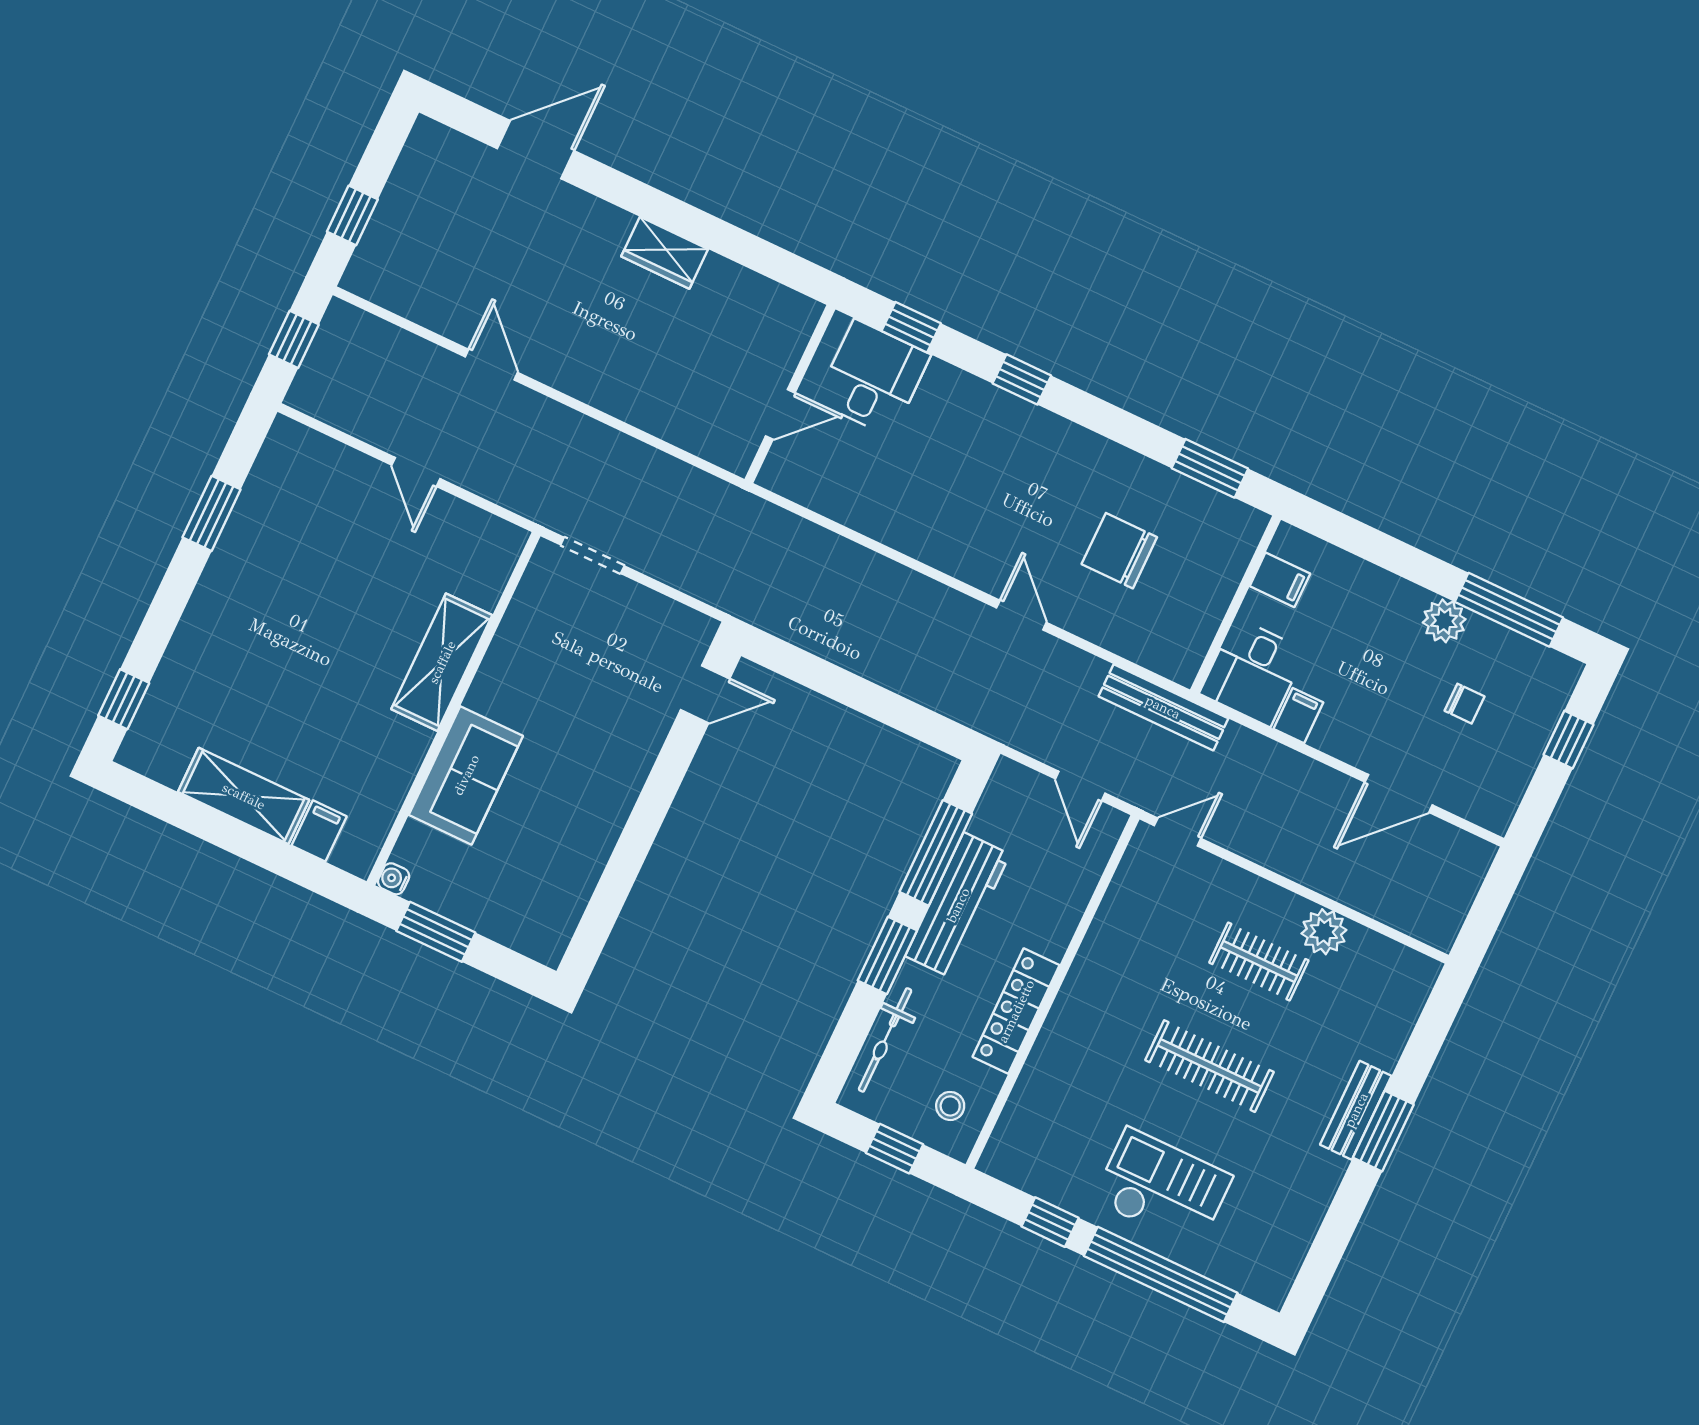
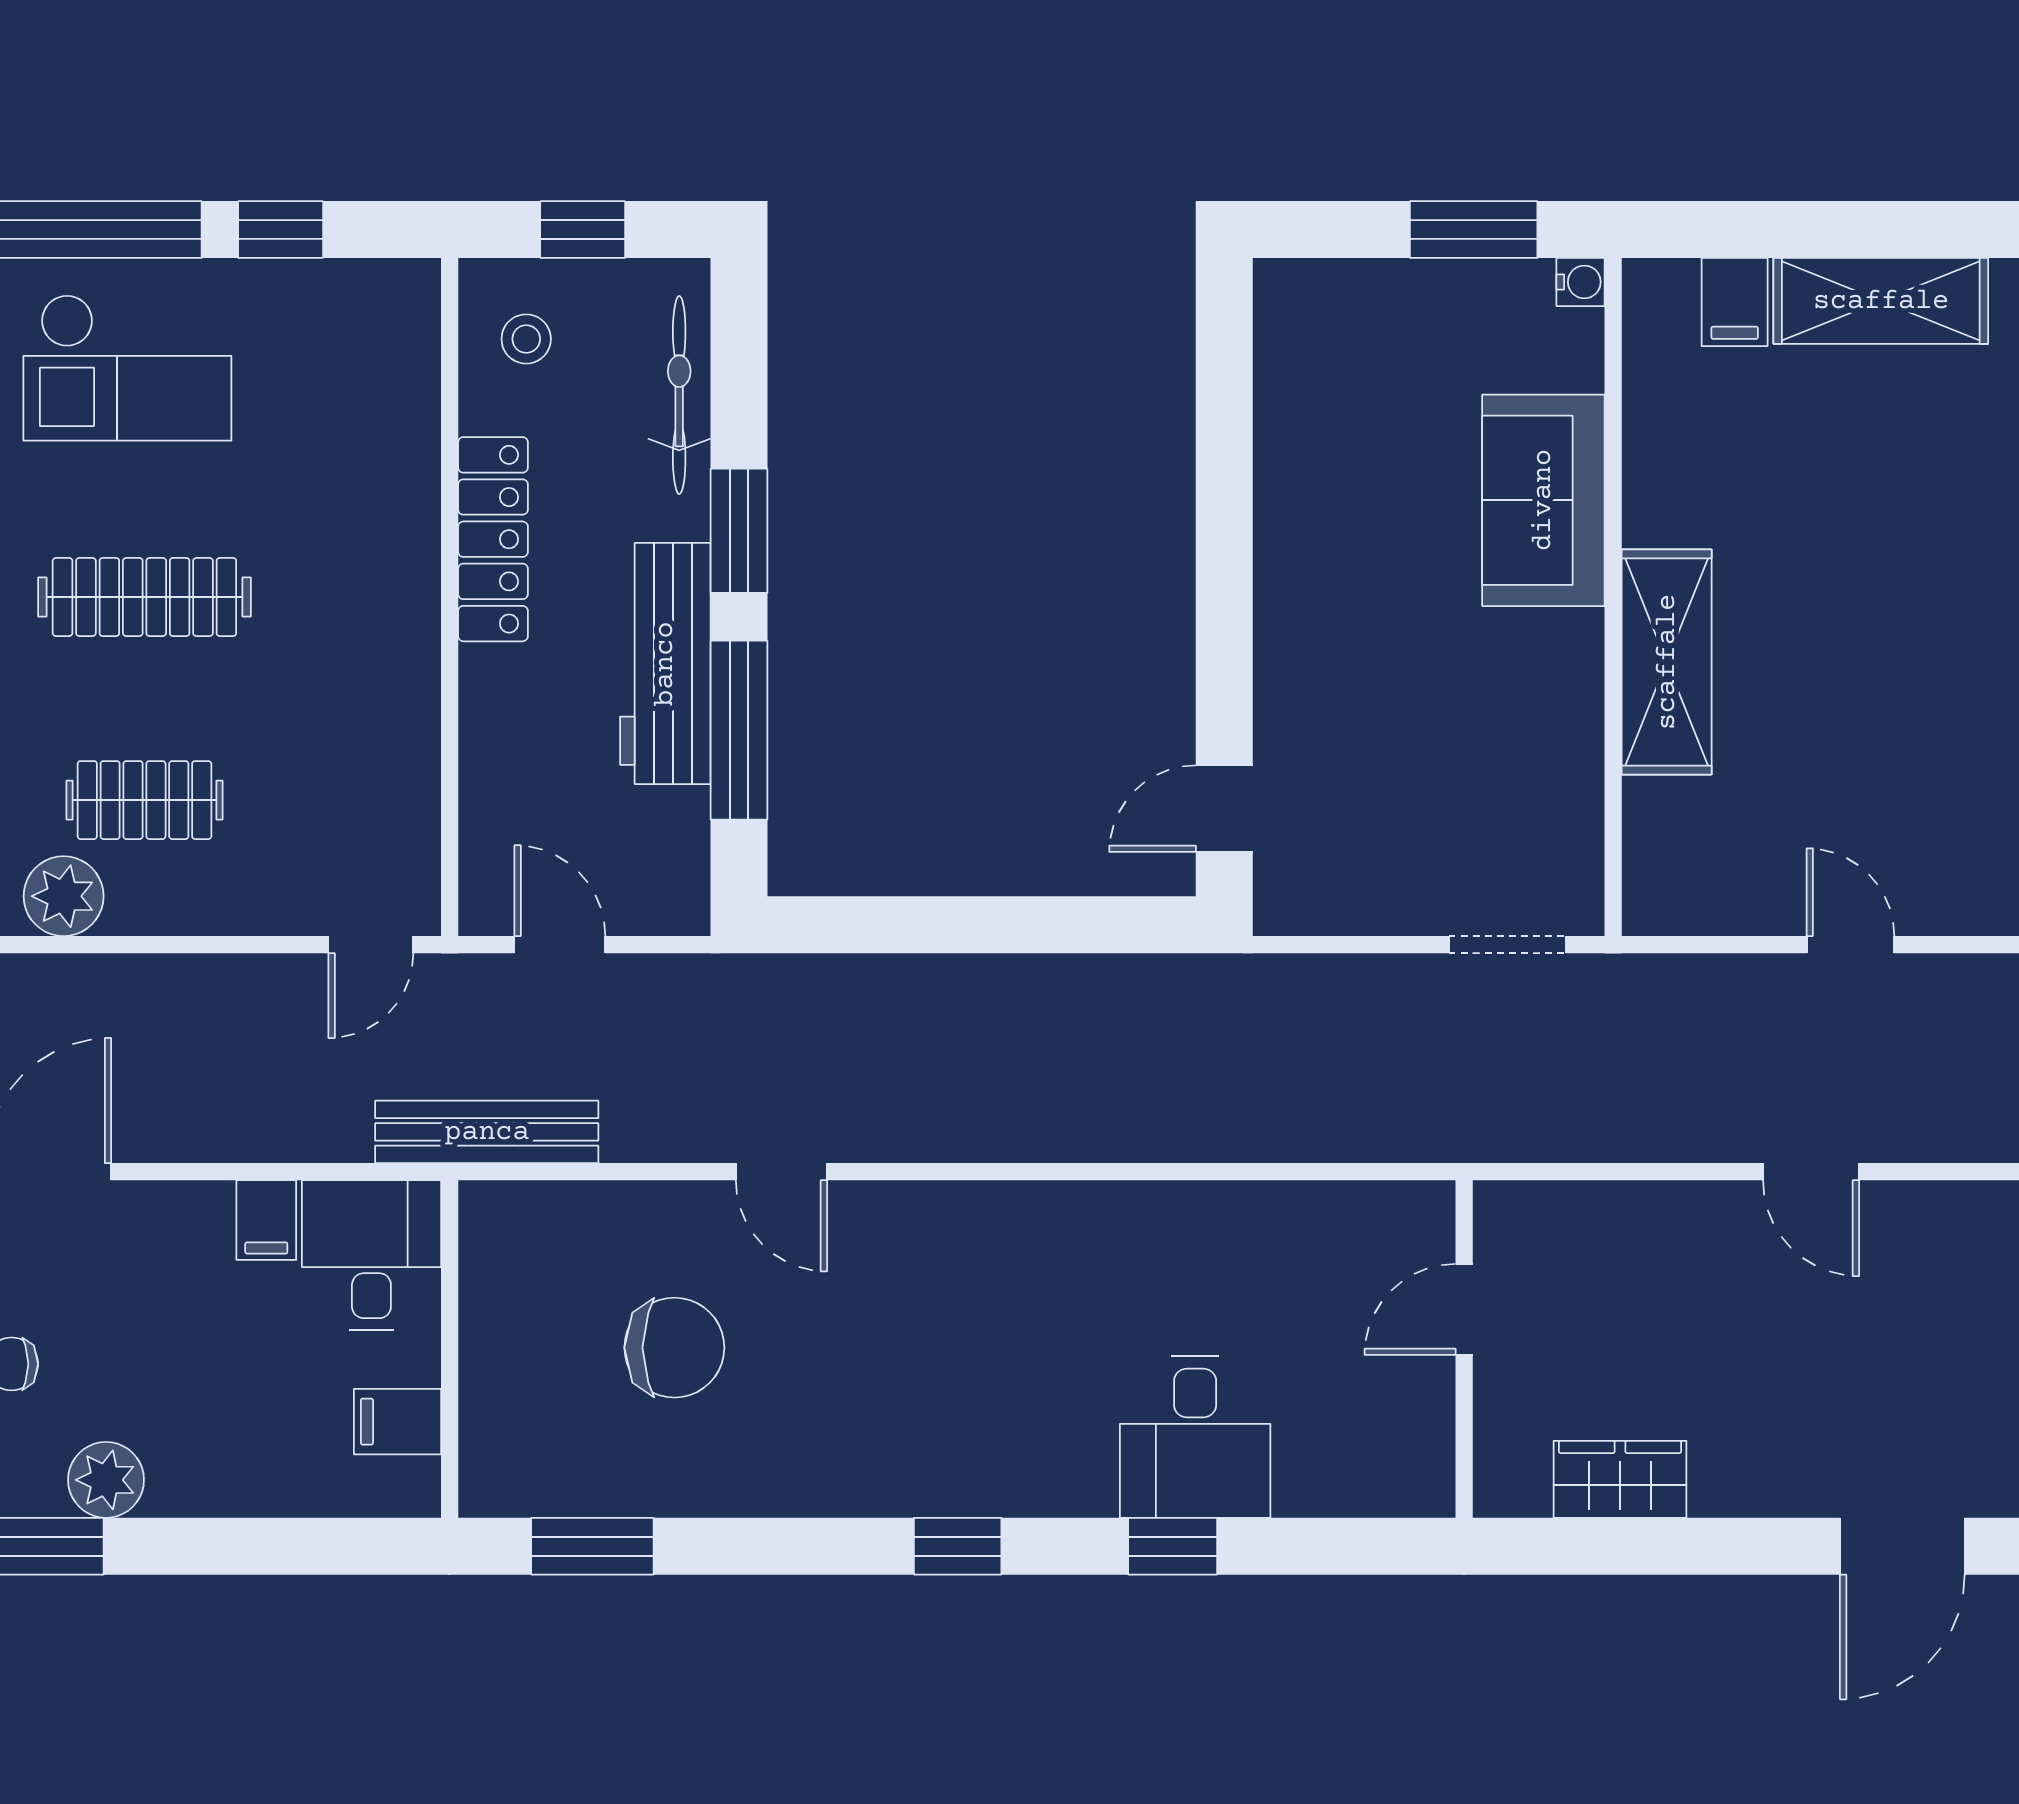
wall: (790, 394) -> (1464, 1349), moved
door: (780, 414) -> (1464, 1309), moved

